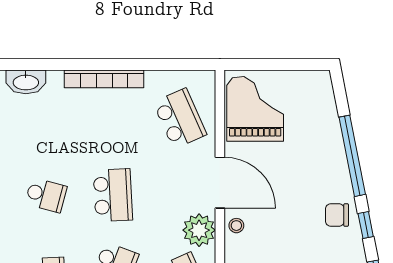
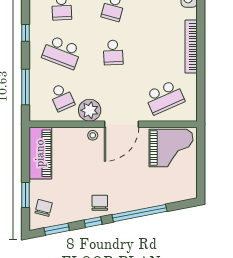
school desk: (113, 195) -> (113, 52), width x0.54

